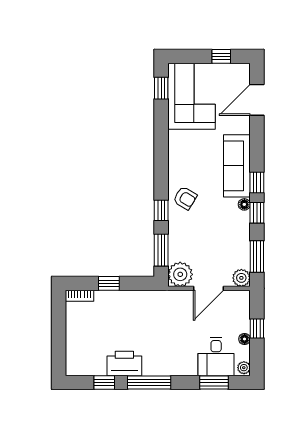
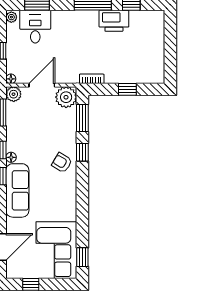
bookcase: (79, 296) -> (92, 79), moved
floor lamp: (245, 339) -> (11, 79), moved

